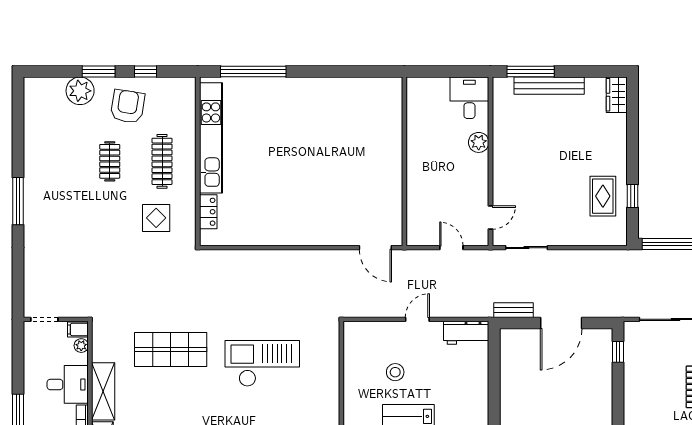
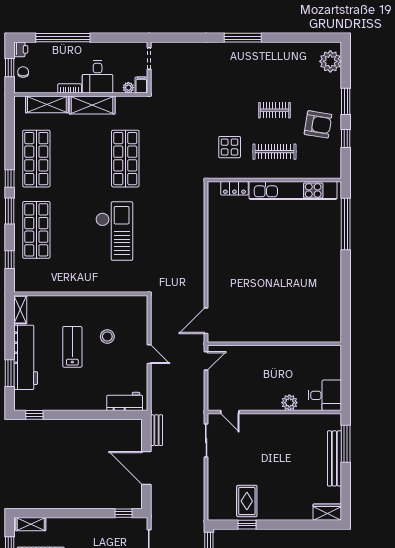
plant: (80, 91) -> (330, 61), moved
rug: (603, 196) -> (247, 501), turned 90
door: (451, 248) -> (206, 361), moved
workbench: (466, 333) -> (125, 401), moved, turned 90

